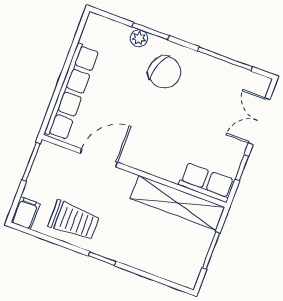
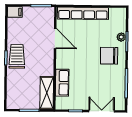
chair: (165, 72) -> (109, 56), turned 70
row of seats: (206, 182) -> (62, 83), moved
shelving: (178, 203) -> (47, 93), width x0.68
trolley: (74, 221) -> (17, 56), moved, turned 180

